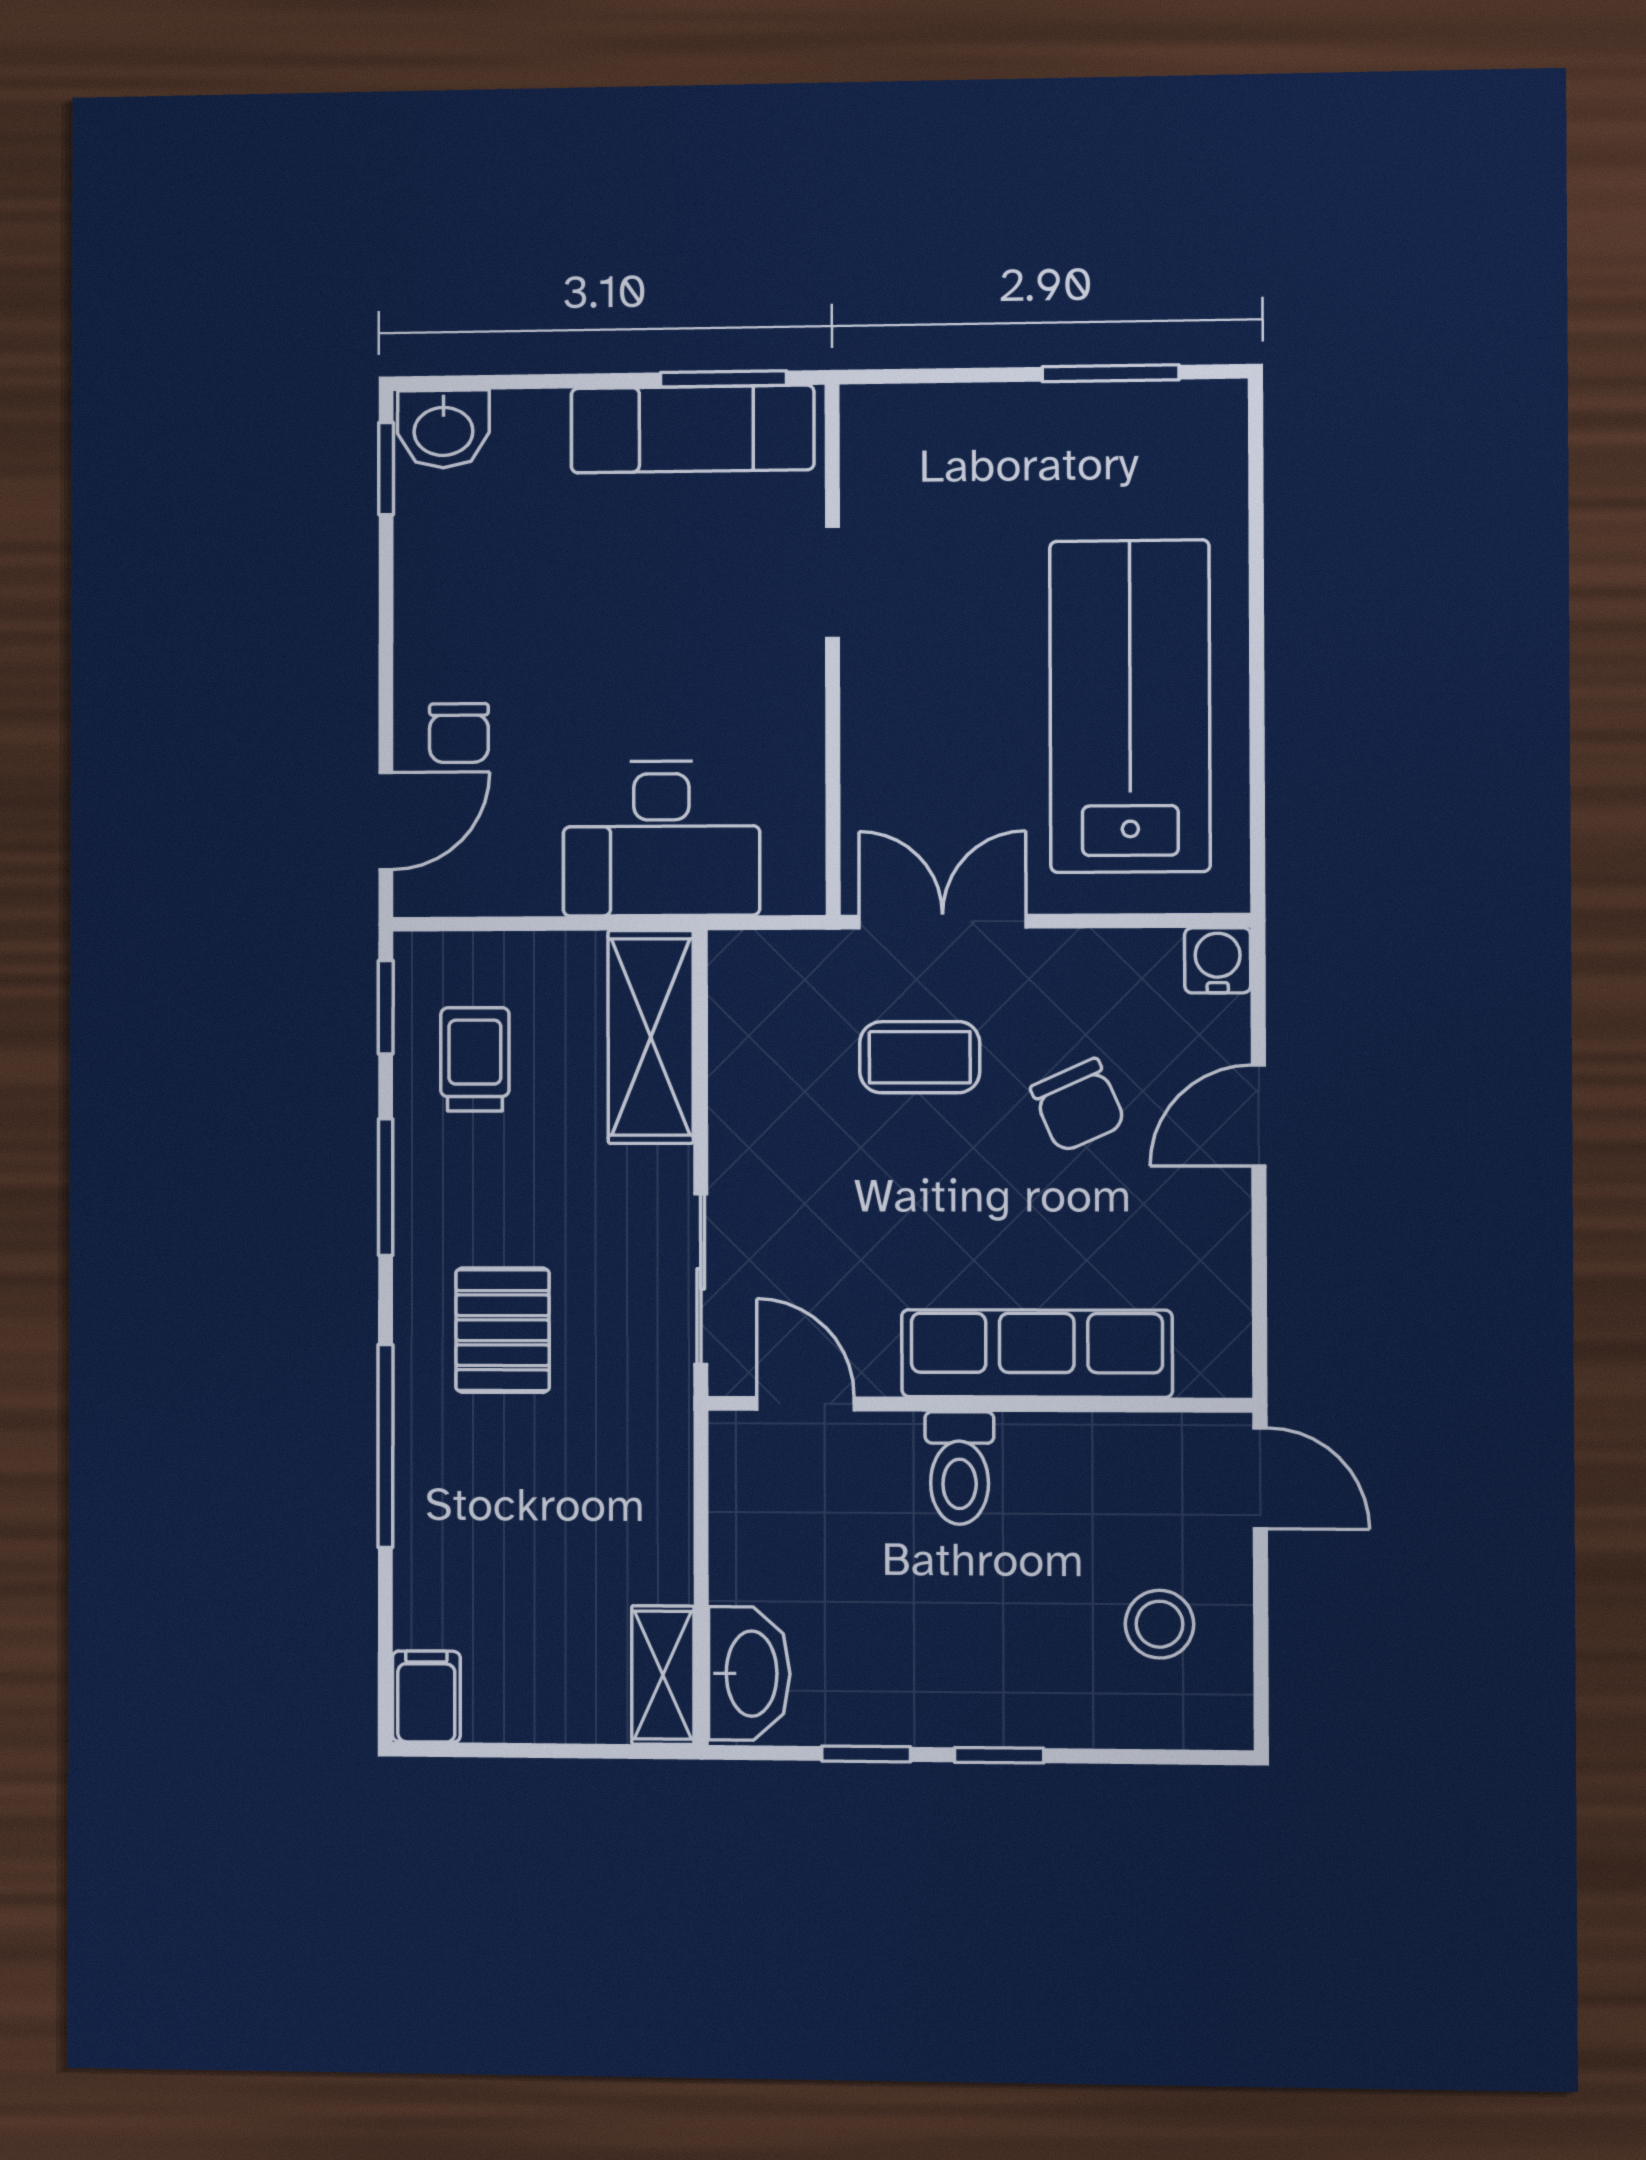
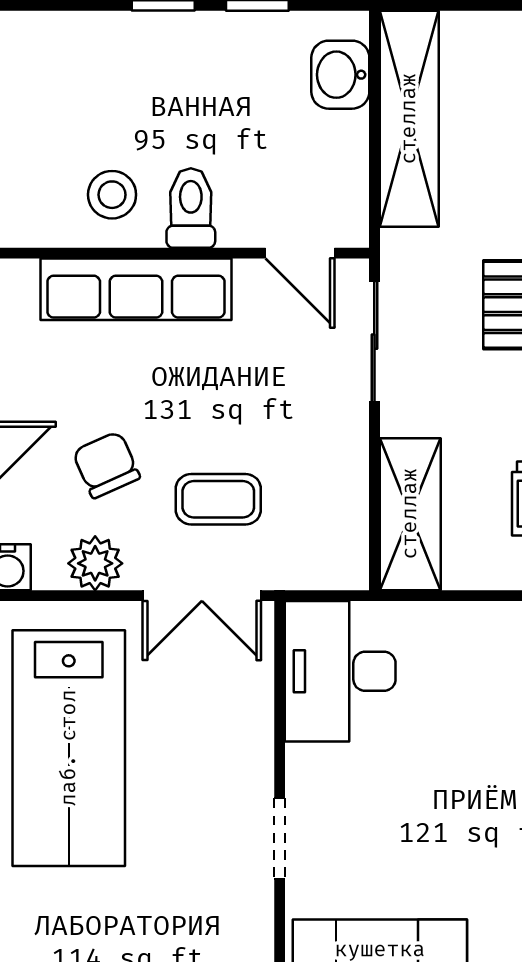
desk: (661, 838) -> (340, 671), moved, turned -90
plant: (1093, 967) -> (95, 563), added
stool: (1160, 1624) -> (112, 195), moved
washbasin: (749, 1673) -> (340, 75), width x0.72
shelving: (663, 1675) -> (409, 119), width x2.20, depth x1.33

